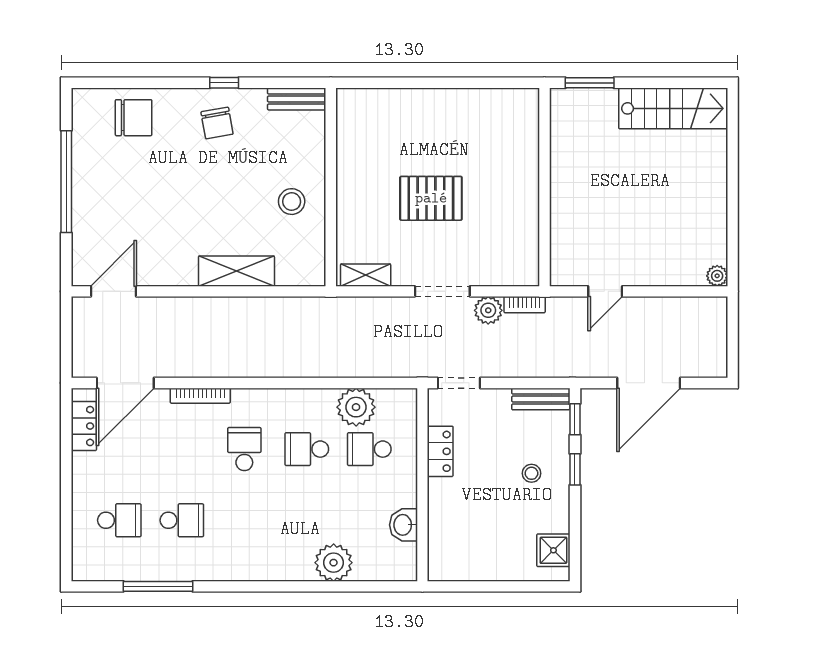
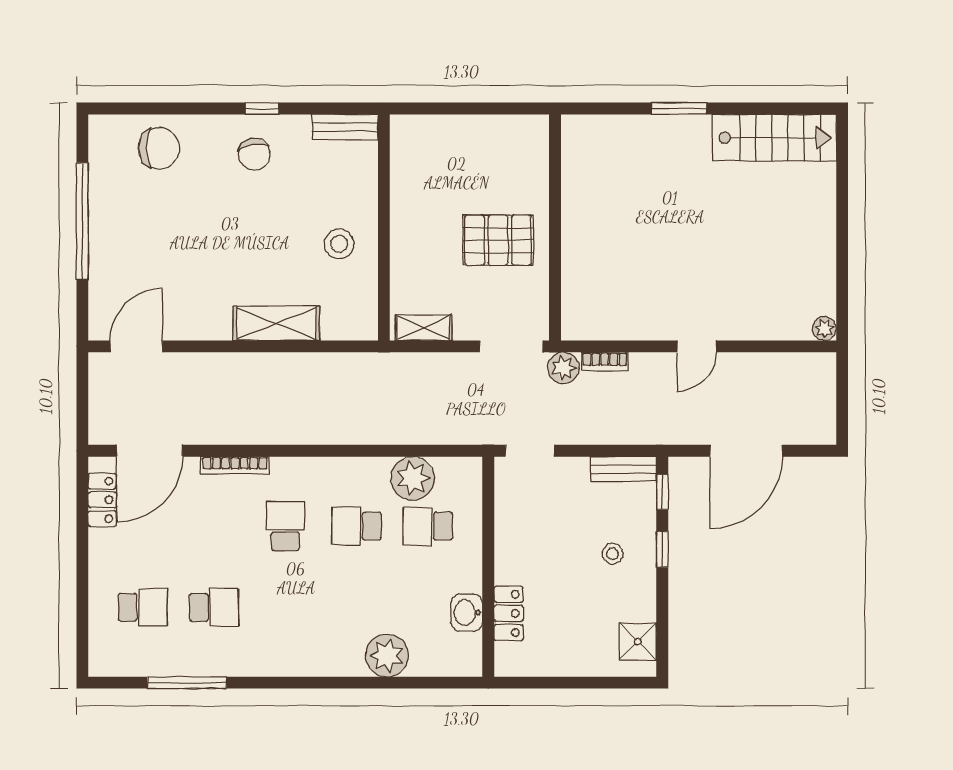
wall: (544, 187) -> (555, 227), moved
locker: (440, 451) -> (509, 613), moved

